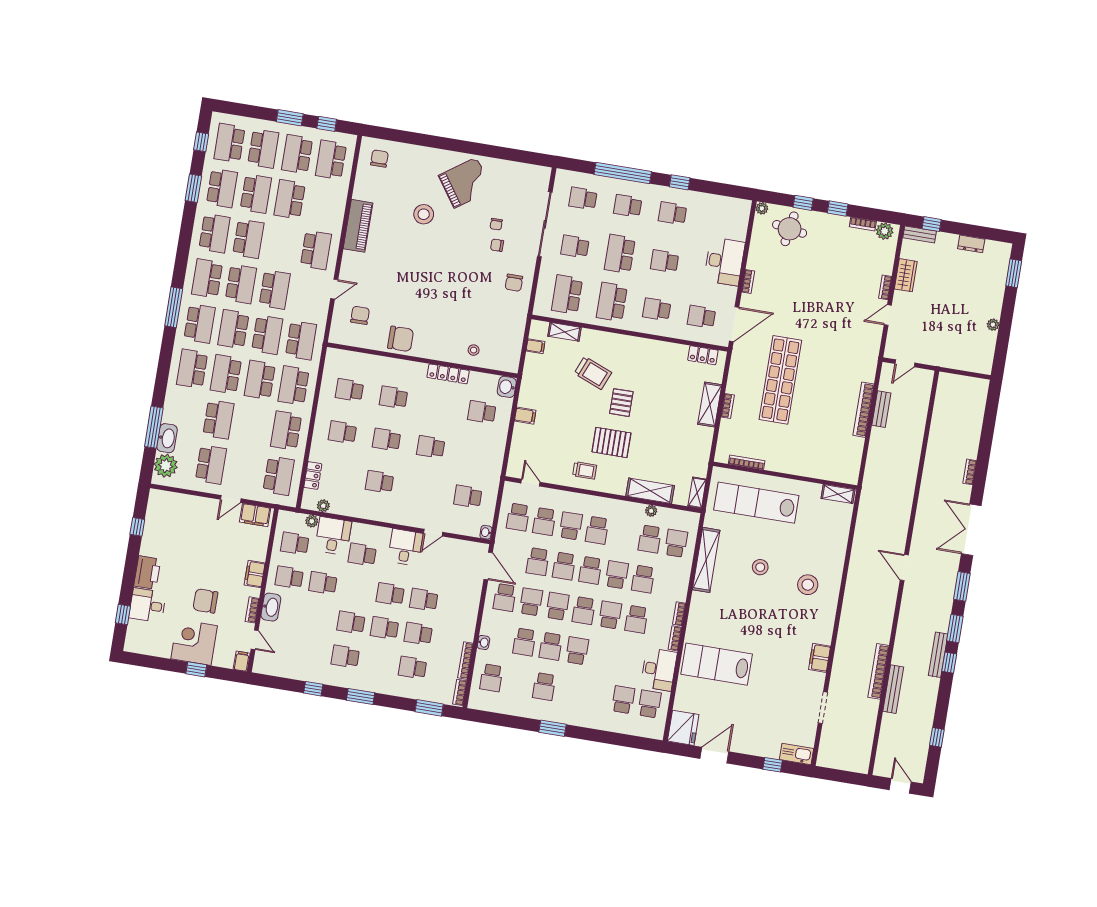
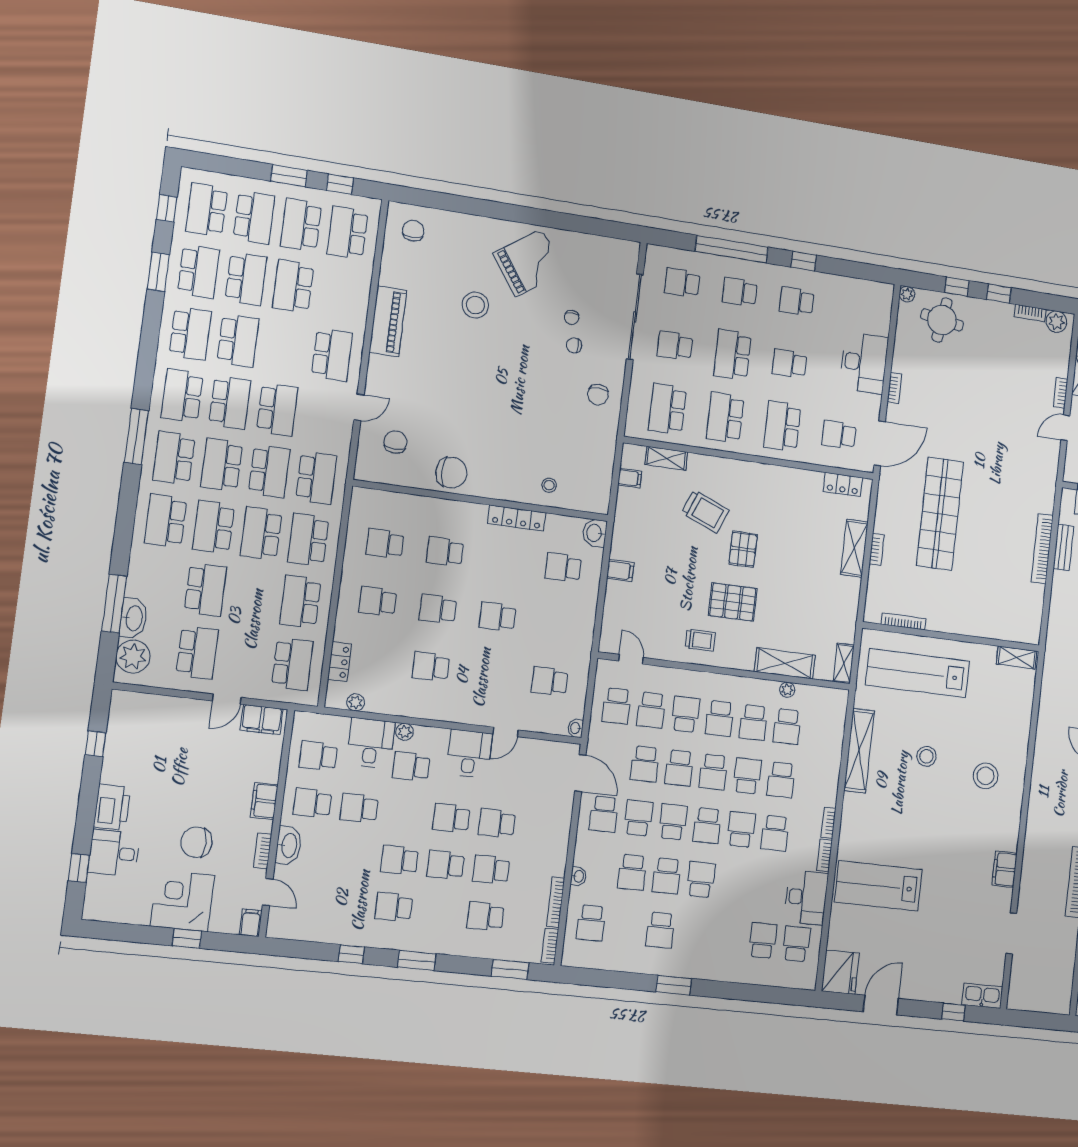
school desk: (657, 309) -> (782, 426), width x1.85
school desk: (200, 324) -> (174, 458), turned 180
plant: (312, 521) -> (405, 732), moved
school desk: (676, 543) -> (753, 723), moved, turned 180

